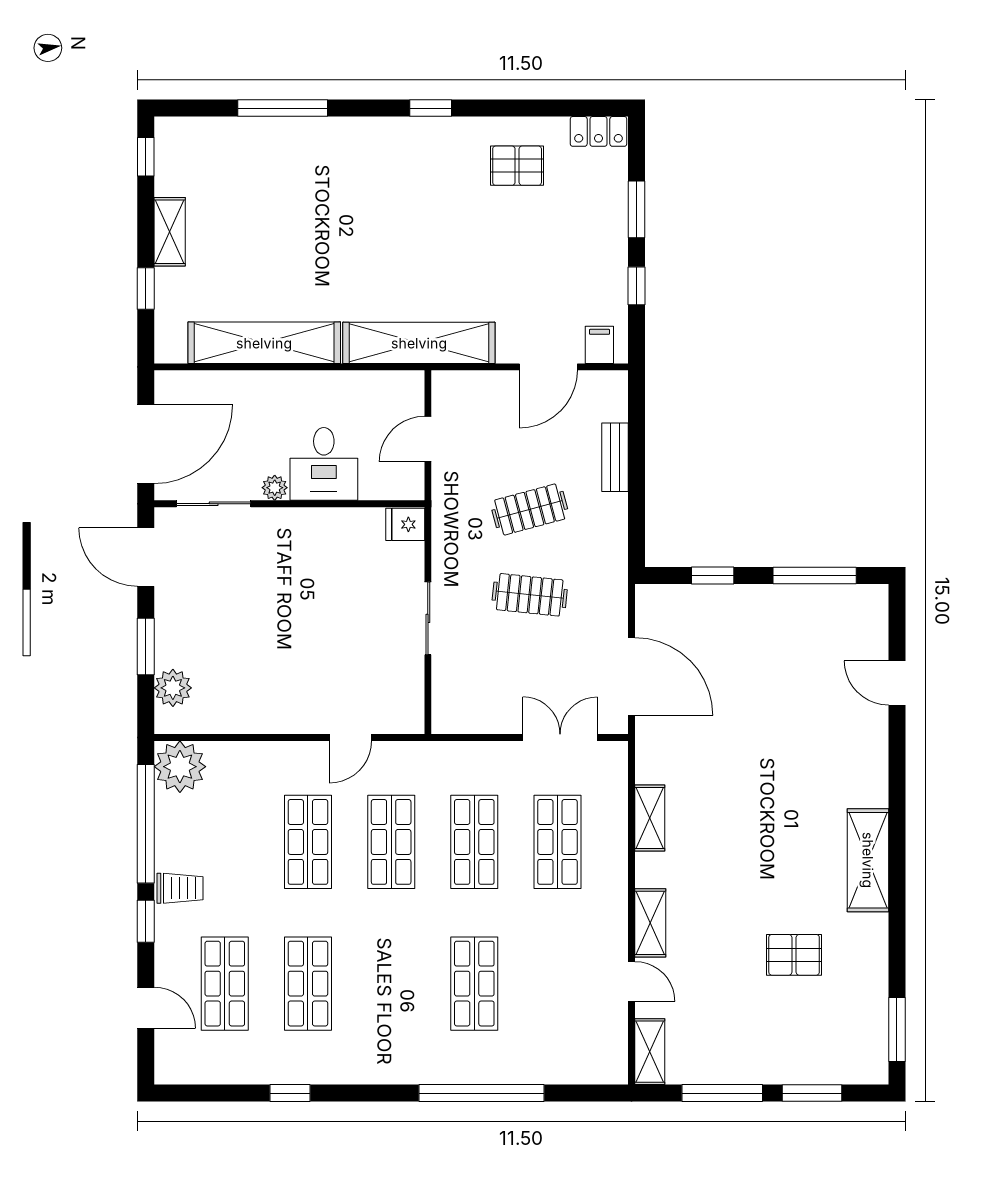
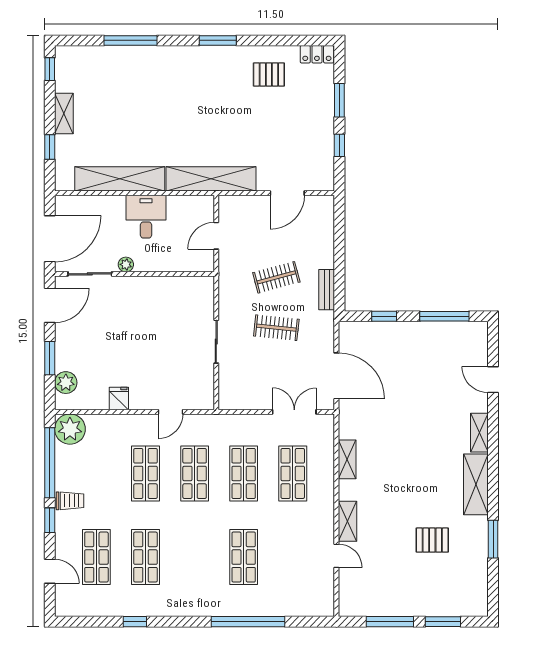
window: (431, 108) -> (218, 40), width x1.50
filing cabinet: (599, 345) -> (317, 180), removed
bench: (615, 457) -> (327, 290), moved
desk: (324, 464) -> (146, 217), moved, turned 180
fridge: (405, 524) -> (119, 398), moved, turned 90
door: (146, 557) -> (50, 305), swing flipped
window: (897, 1030) -> (493, 539), moved
shelving: (650, 1052) -> (479, 433), moved

